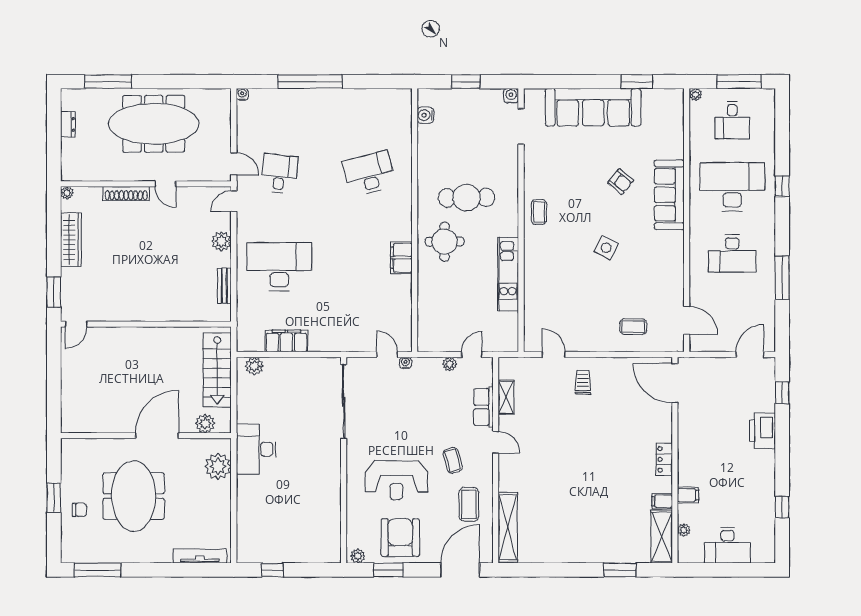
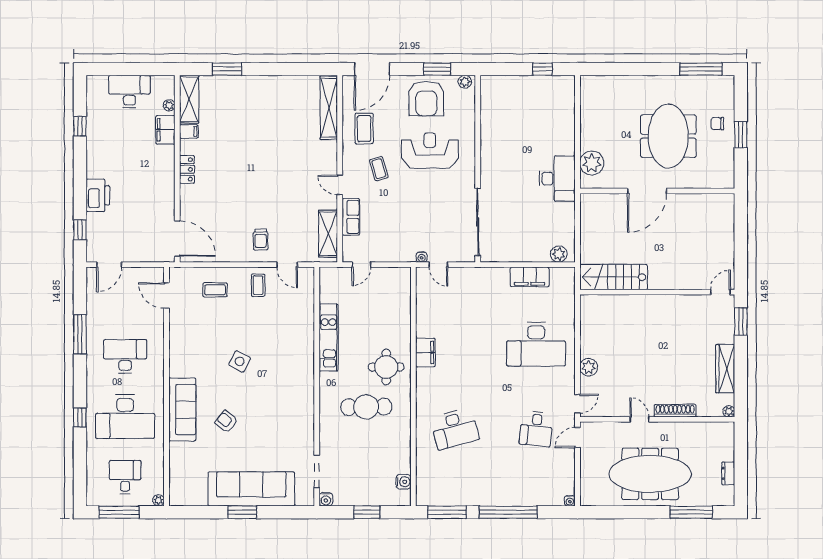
window: (378, 82) -> (447, 512), added
window: (637, 82) -> (242, 512), moved
door: (234, 164) -> (577, 438), hinge flipped
coffee table: (539, 212) -> (258, 285), moved
bench: (224, 286) -> (586, 327), removed
plant: (450, 364) -> (382, 256), removed
stairs: (217, 370) -> (614, 277), moved, turned -90
shelving: (506, 397) -> (328, 234), width x1.50, depth x1.33
plant: (205, 424) -> (603, 202), removed
filing cabinet: (688, 495) -> (165, 130), width x2.00
tv unit: (200, 556) -> (608, 82), removed

